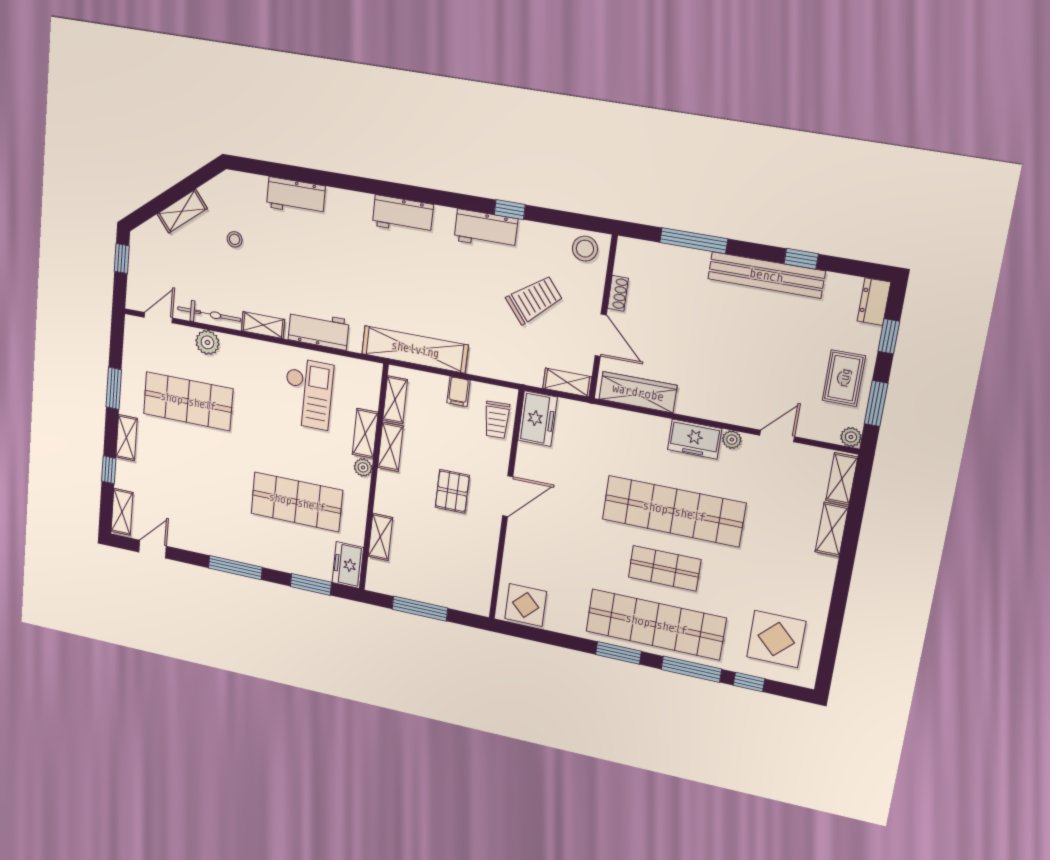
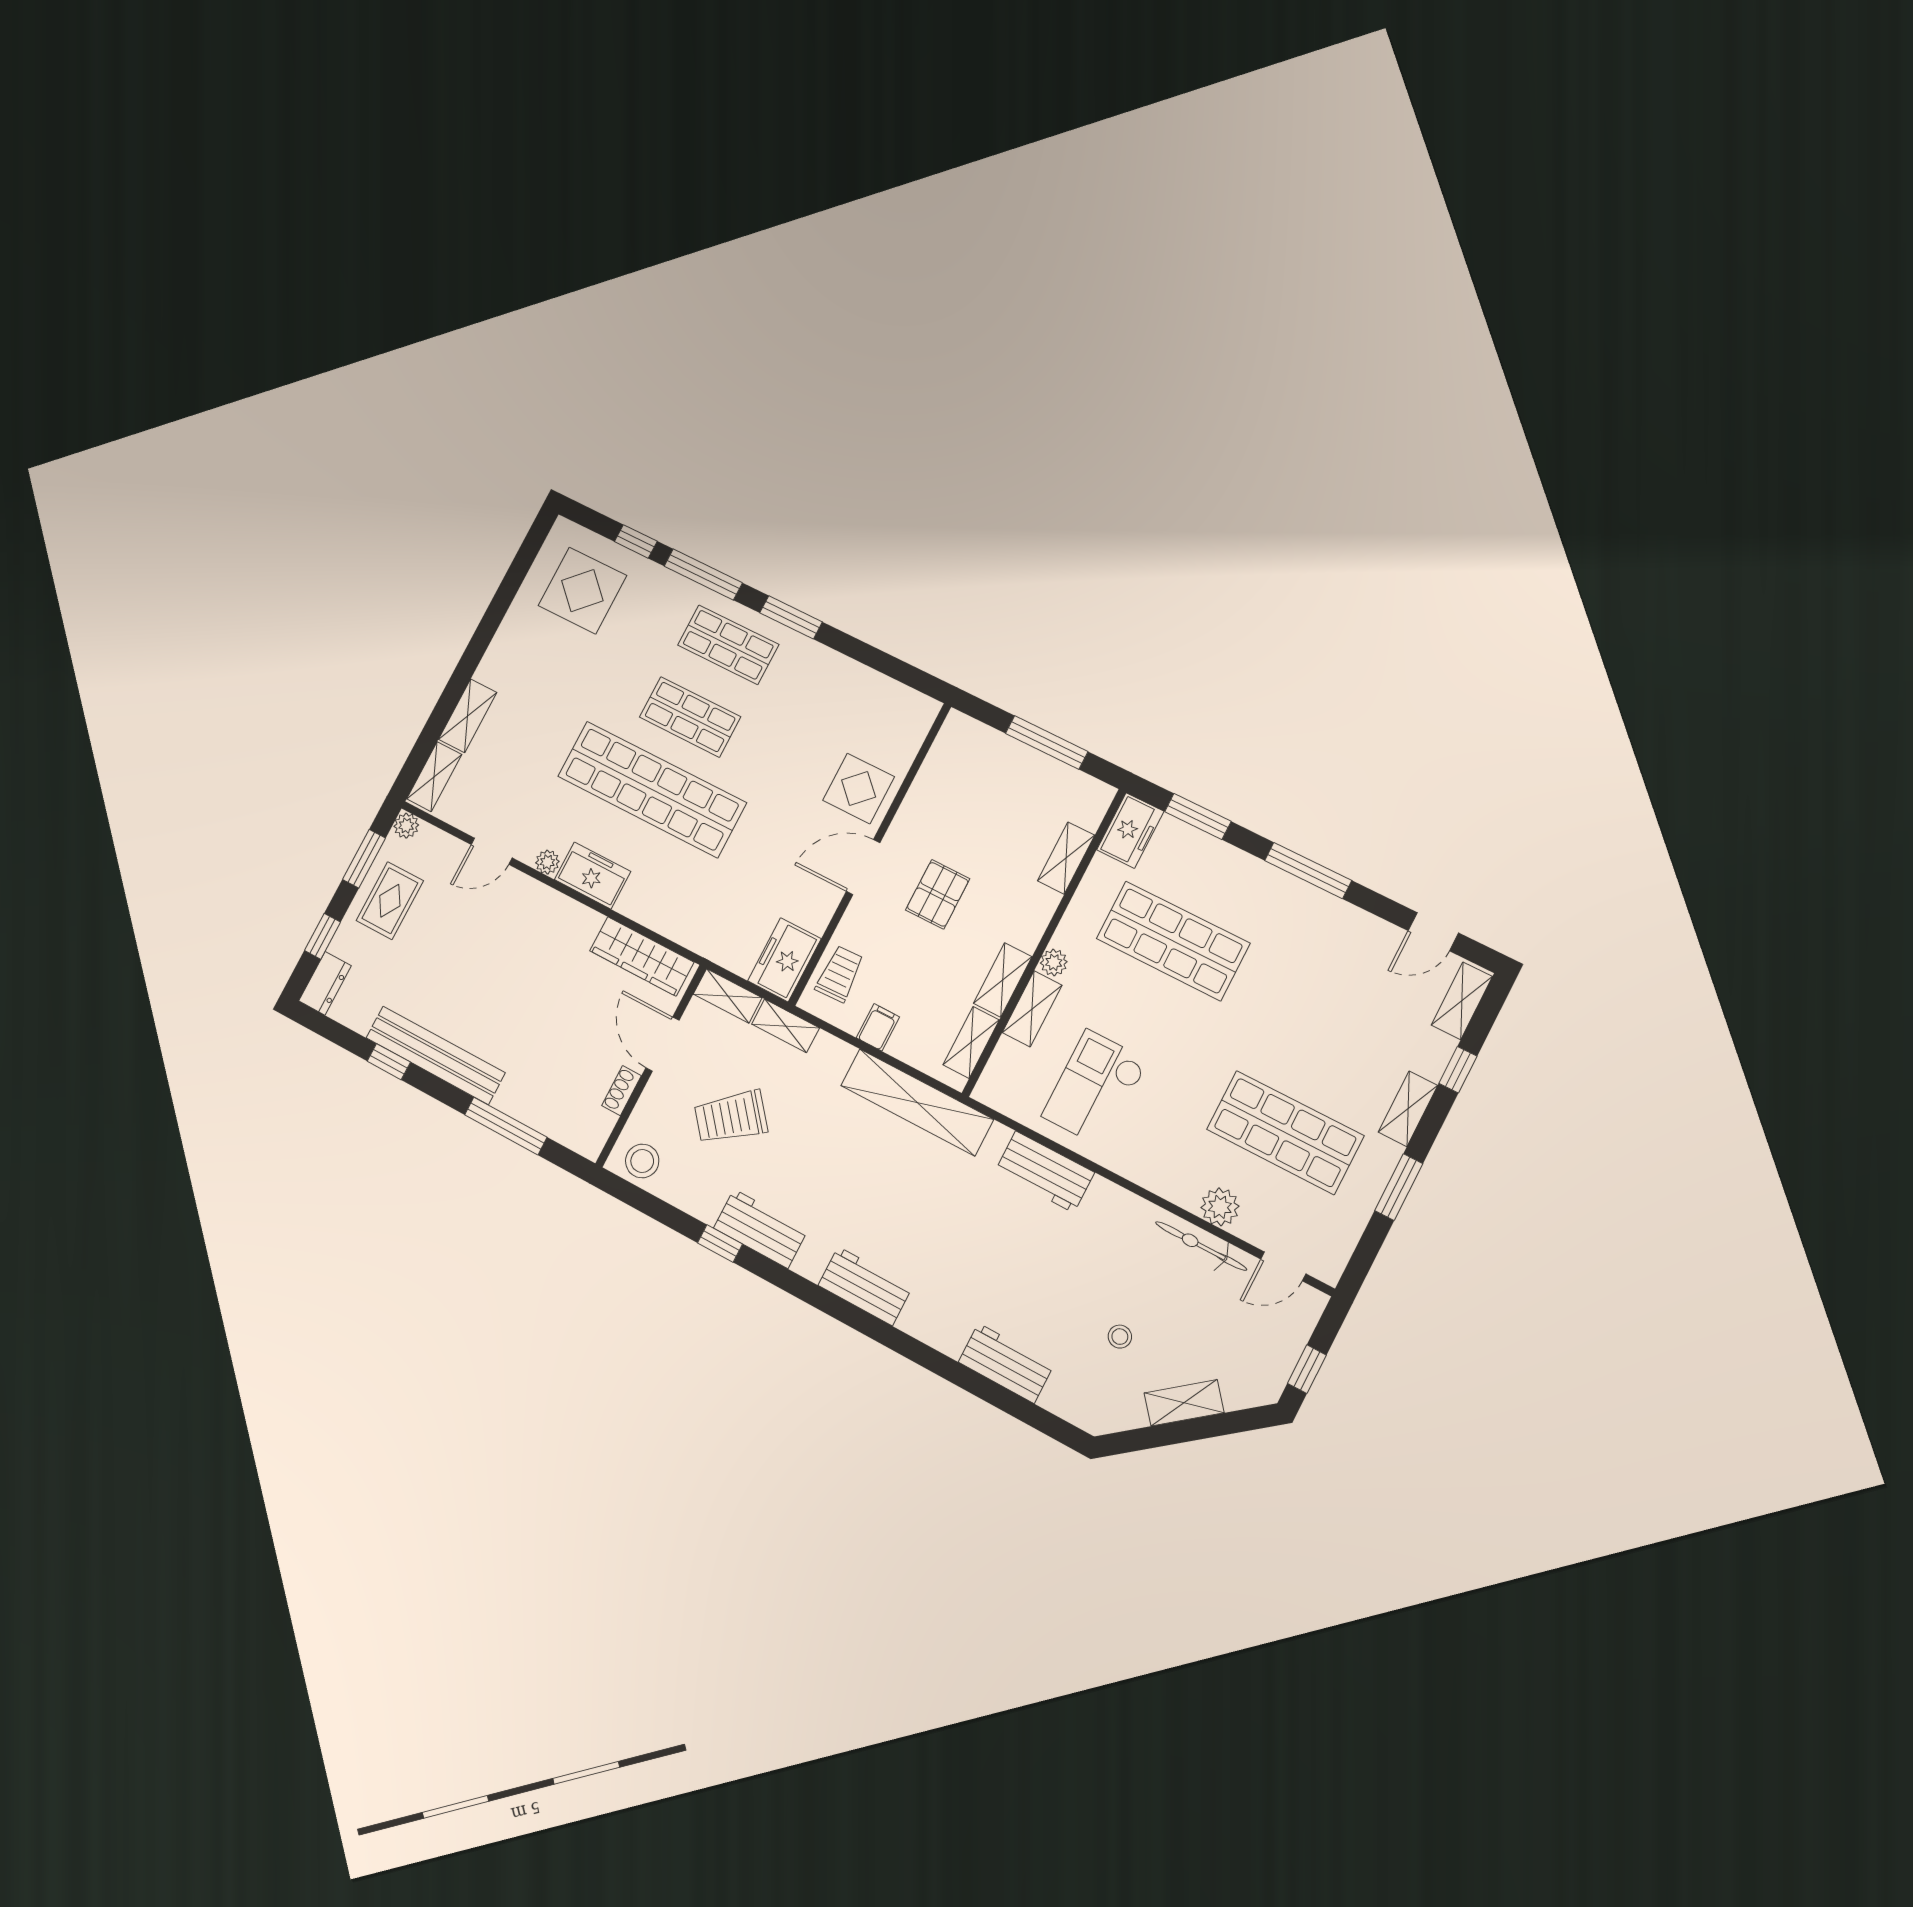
shelving: (263, 325) -> (785, 1026), moved
display table: (526, 605) -> (859, 788), moved
shop shelf: (656, 624) -> (728, 645), width x0.50, depth x0.74

